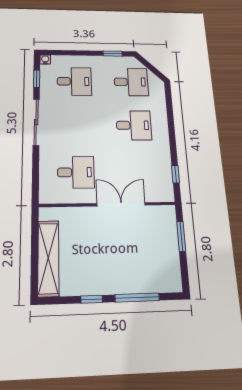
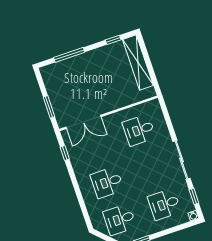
double door: (121, 204) -> (83, 122), moved
window: (92, 299) -> (113, 40), moved

